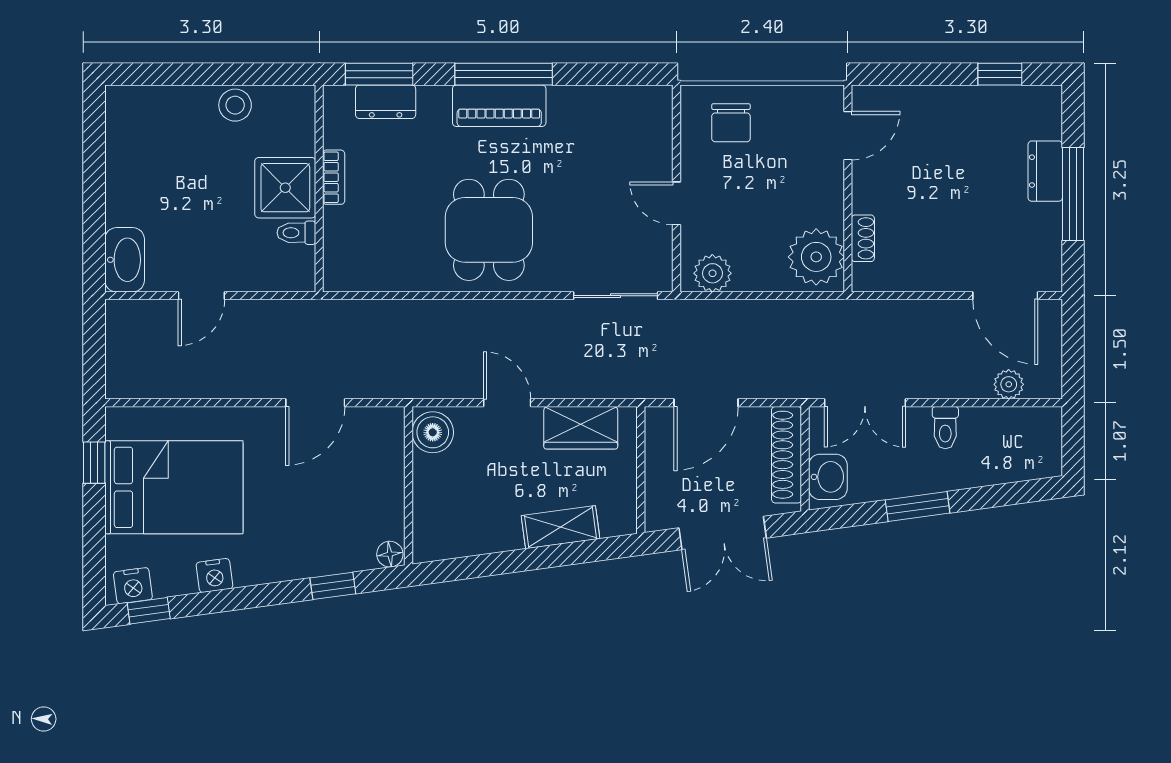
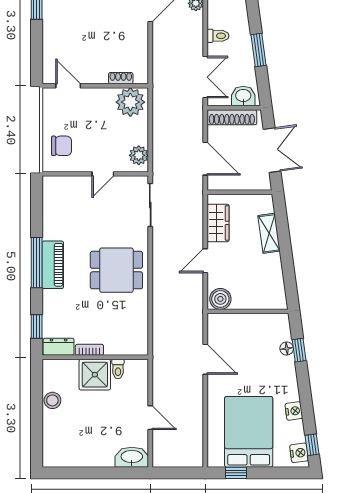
window: (379, 74) -> (37, 326), width x0.67
dresser: (386, 102) -> (59, 347), moved, turned -90
floor lamp: (390, 554) -> (287, 348), moved

